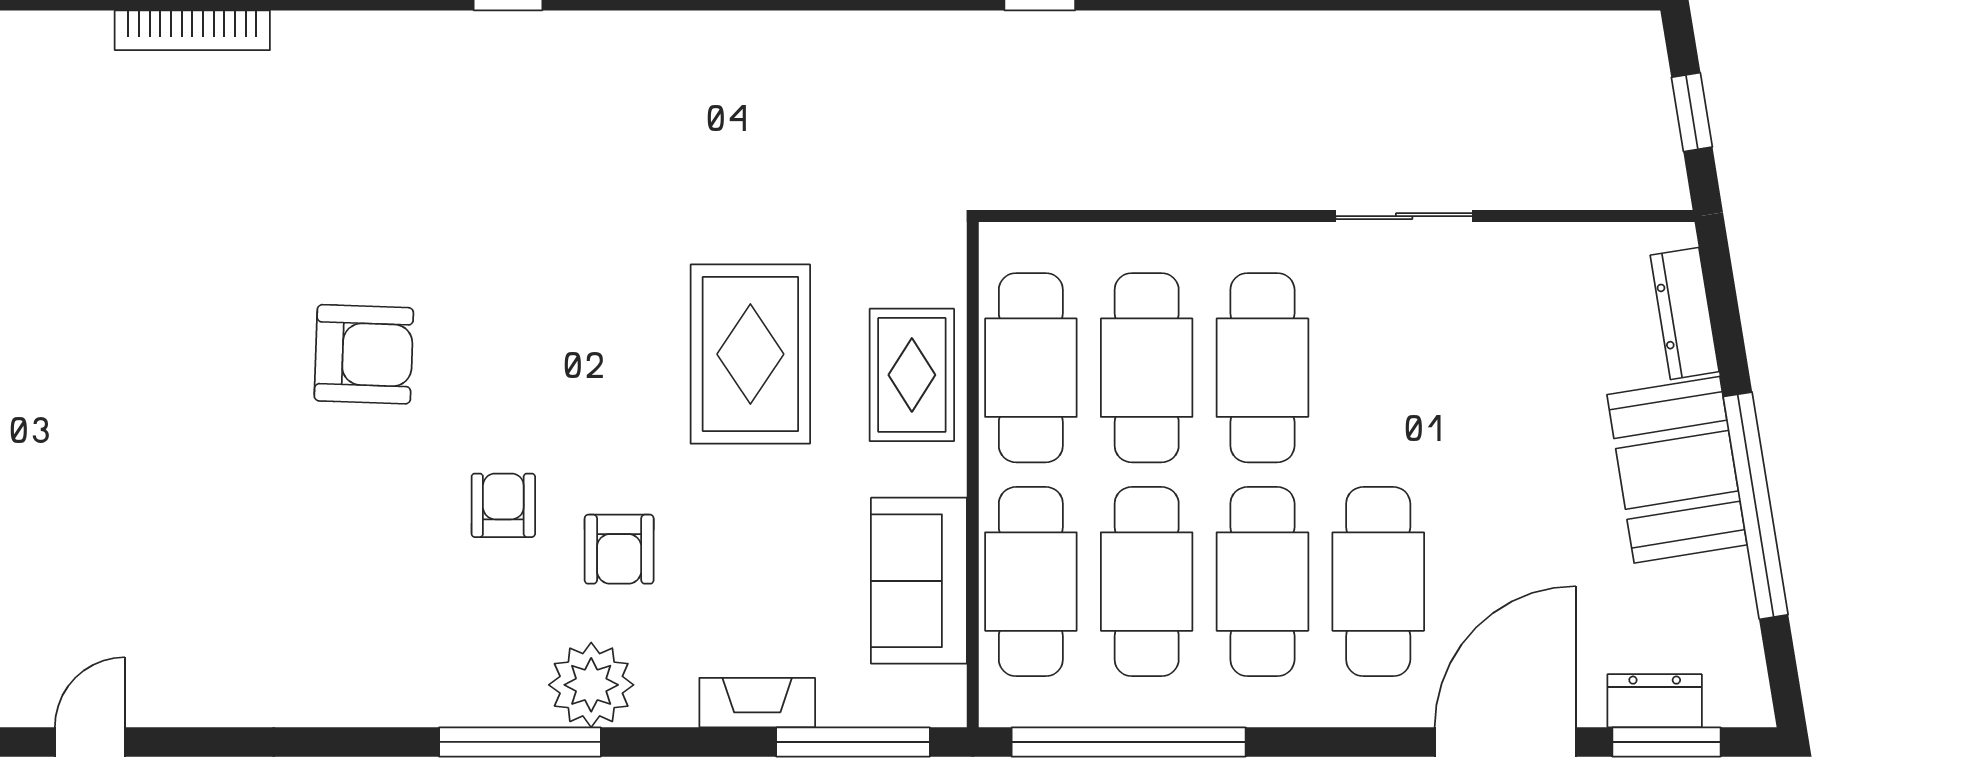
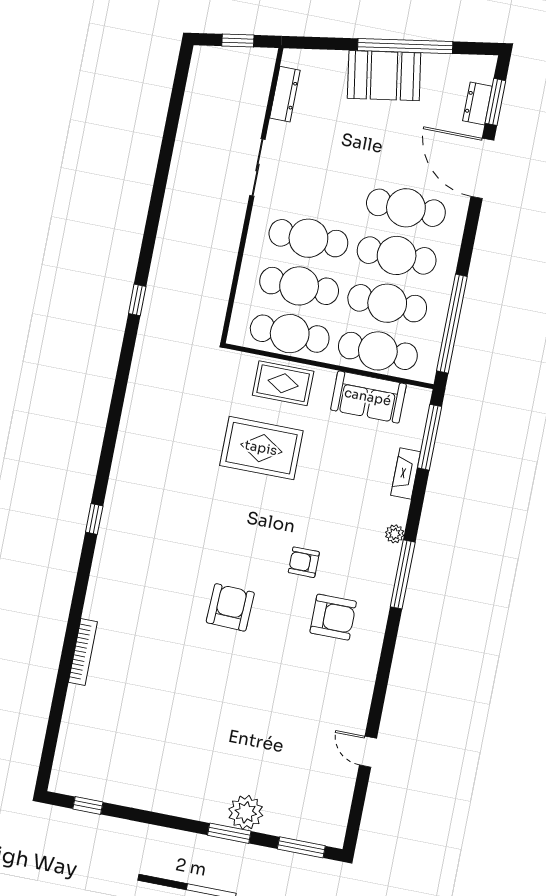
dresser: (1685, 313) -> (285, 94), moved, turned -81
armchair: (619, 549) -> (333, 617), moved, width x1.38, depth x1.38
plant: (591, 685) -> (395, 534), width x0.53, depth x0.53

